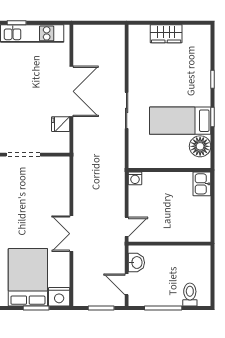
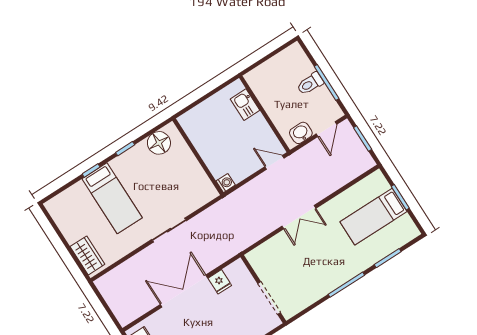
wardrobe: (166, 34) -> (87, 255), moved
bed: (180, 121) -> (112, 198), moved
kitchen sink: (202, 184) -> (245, 105), moved, turned 90
double door: (71, 234) -> (299, 217), moved
bed: (28, 277) -> (373, 217), width x0.67
toilet: (190, 295) -> (310, 84), moved
nightstand: (59, 297) -> (377, 183), removed

